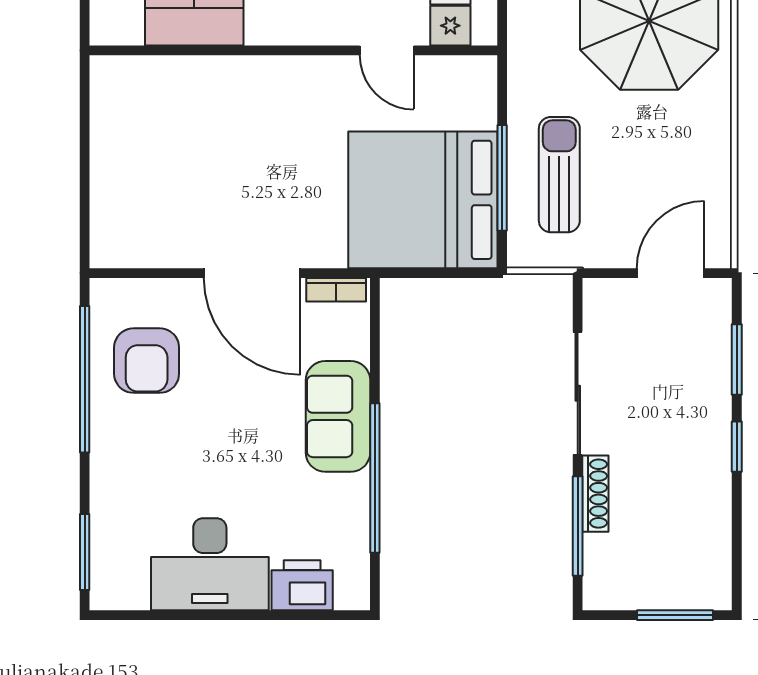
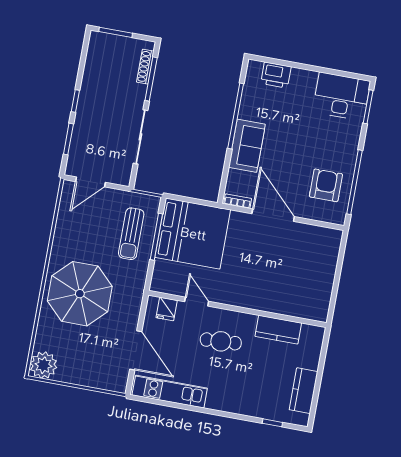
shoe rack: (595, 494) -> (145, 67), moved
desk: (210, 564) -> (341, 96), moved

